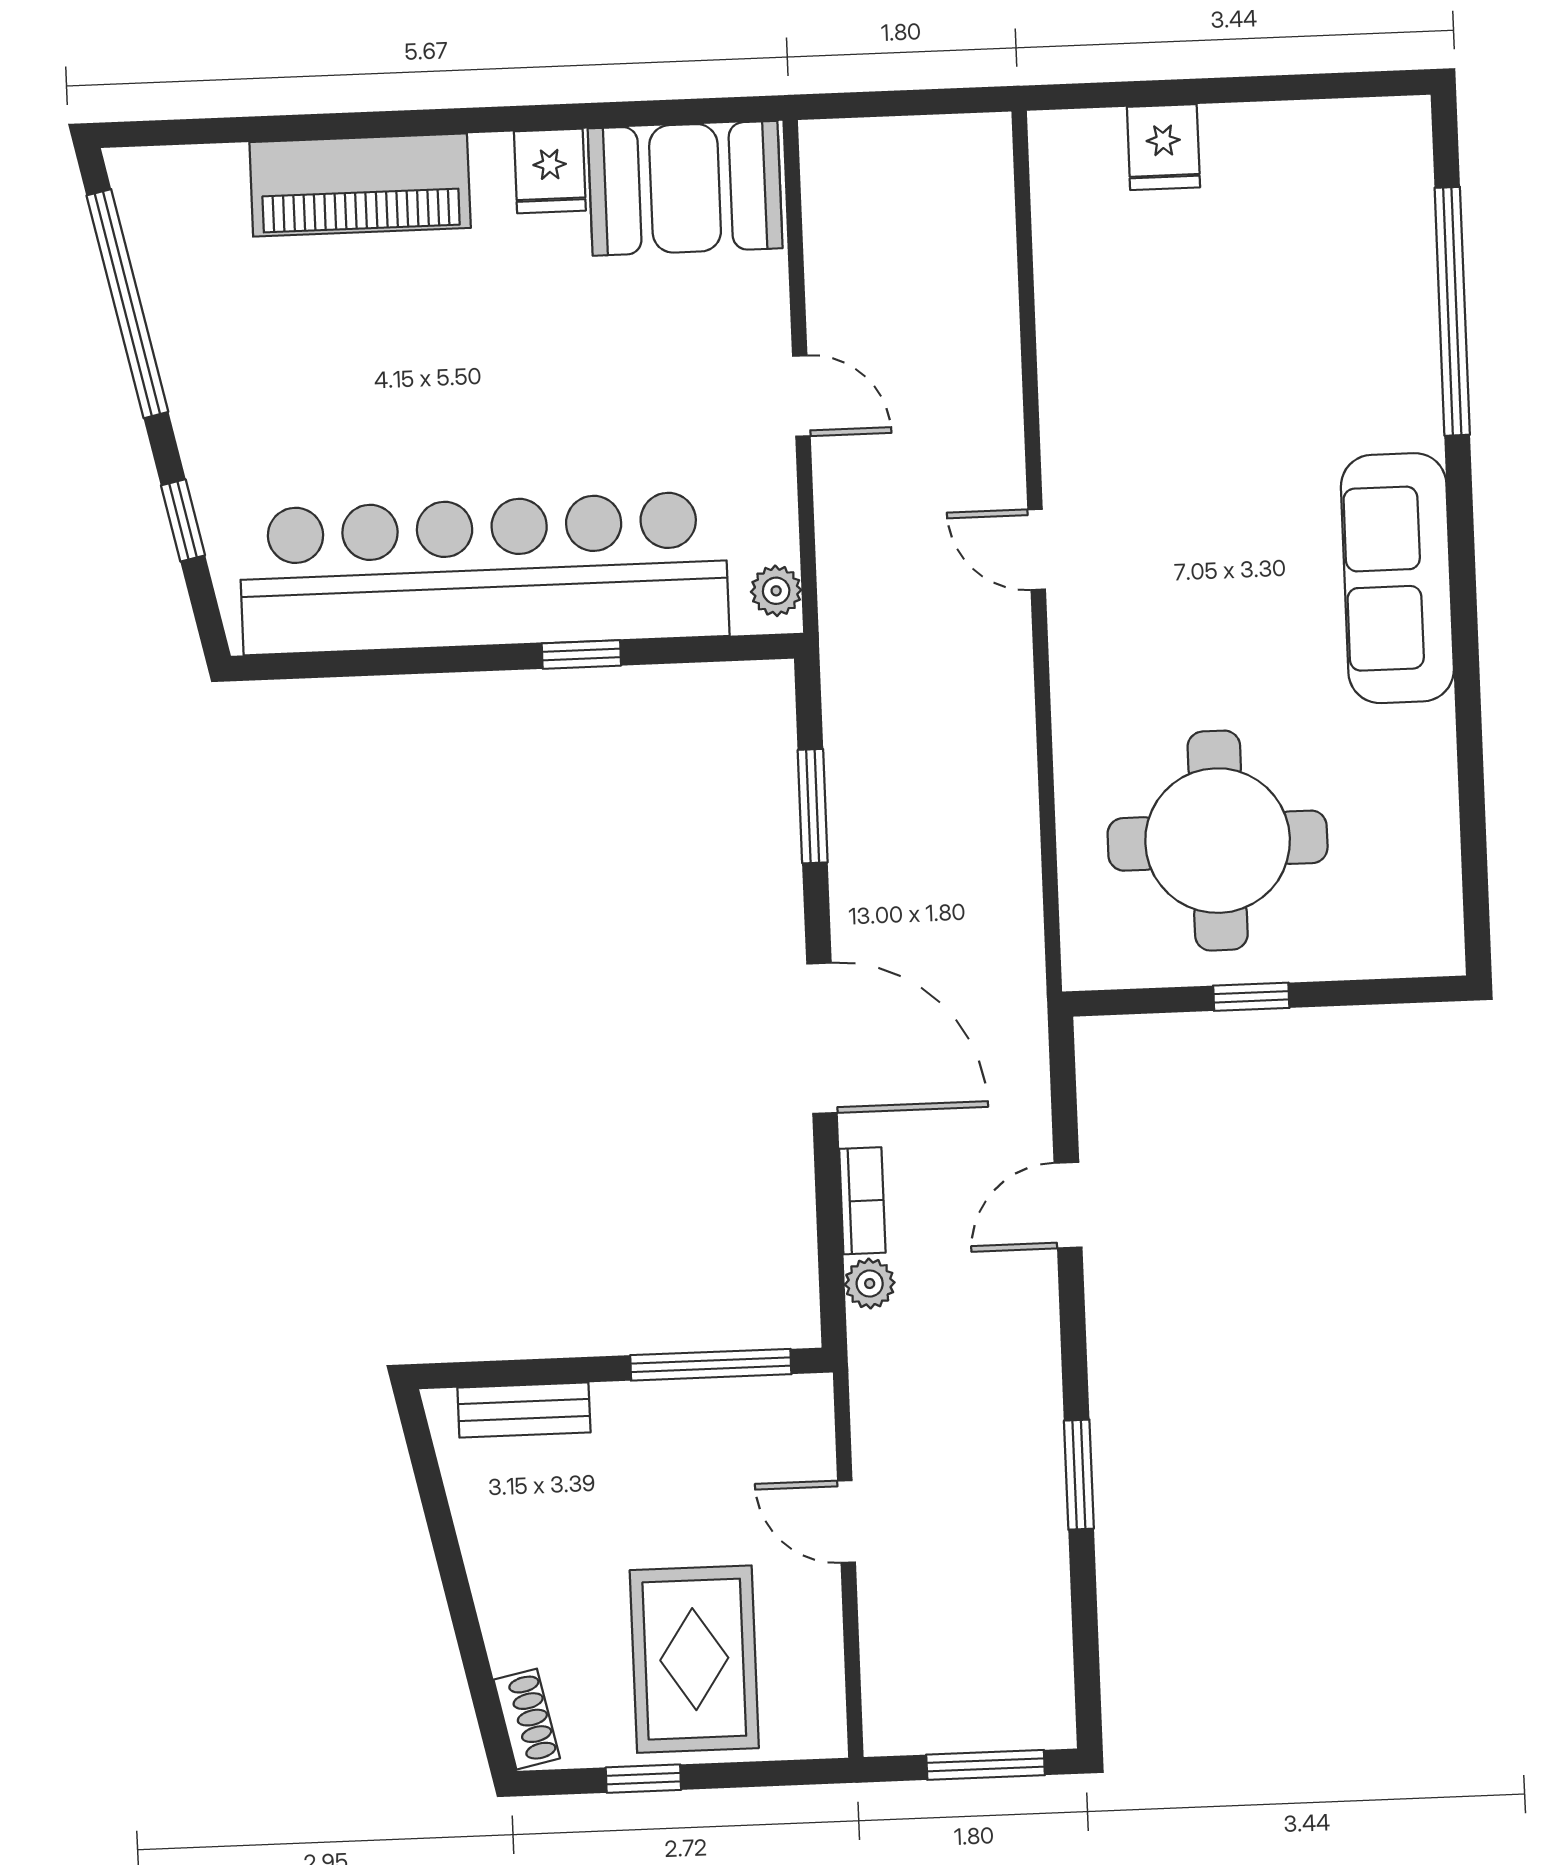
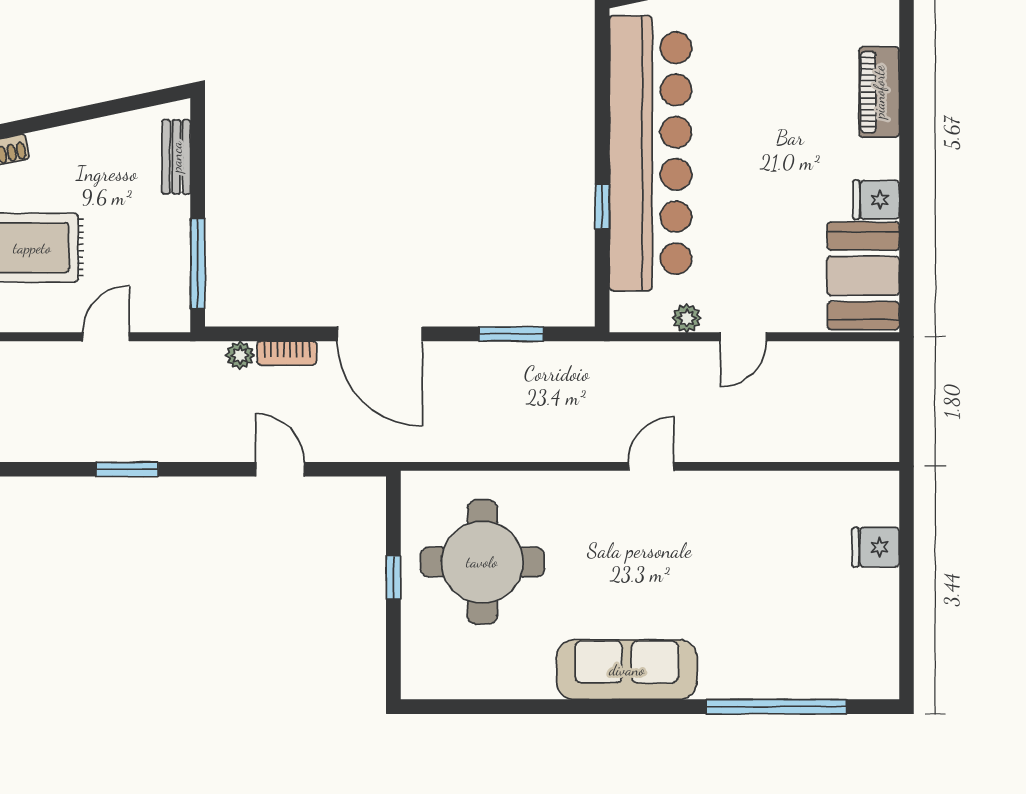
piano: (360, 185) -> (879, 92), width x0.73, depth x0.75
plant: (776, 591) -> (687, 318), moved
door: (822, 1038) -> (380, 334), hinge flipped

